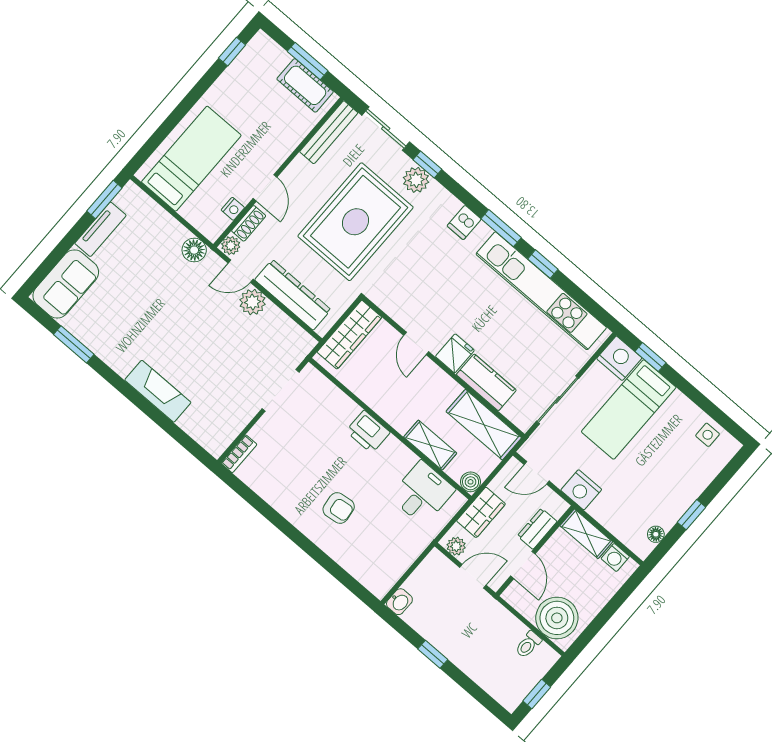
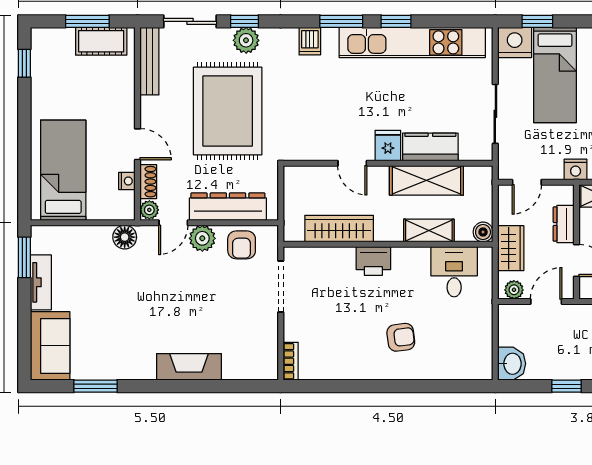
armchair: (278, 333) -> (242, 245), added
wardrobe: (349, 335) -> (339, 229), moved, turned -90
shelving: (484, 425) -> (426, 180), moved
nightstand: (581, 490) -> (576, 170), width x0.74, depth x0.75
washbasin: (399, 602) -> (512, 364), width x1.38, depth x1.45

